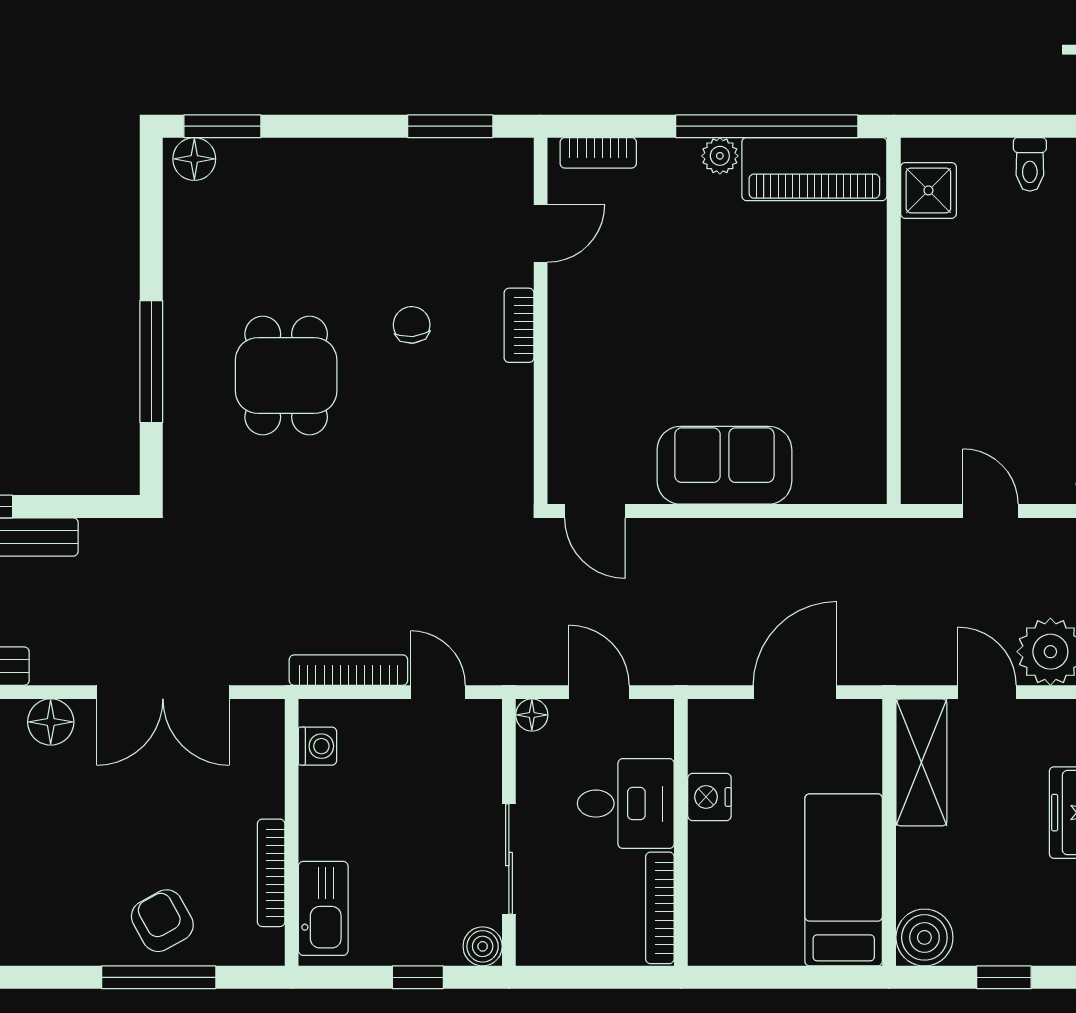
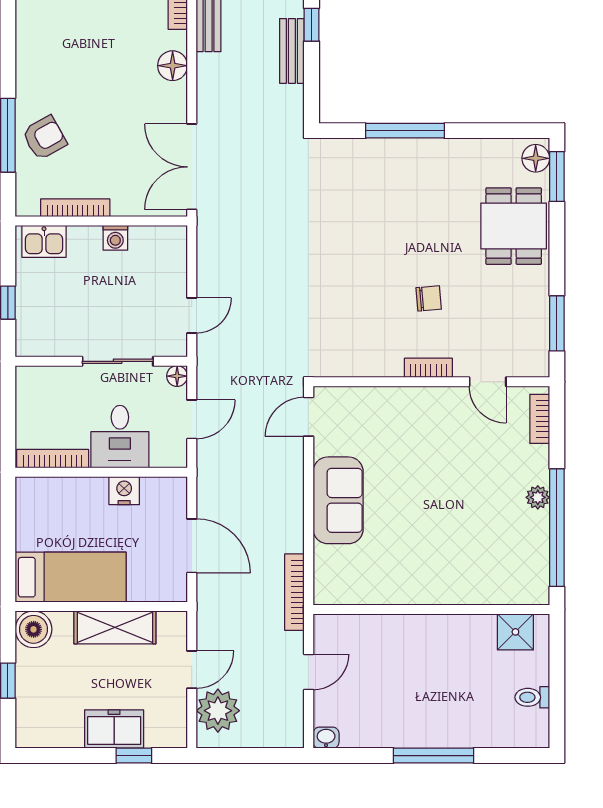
piano: (814, 169) -> (529, 558), removed
dining table: (286, 376) -> (514, 226), moved, turned 90
bookcase: (348, 670) -> (294, 592), moved, turned 180
double door: (163, 692) -> (192, 167), moved
washing machine: (318, 746) -> (115, 238), moved
shelving: (921, 762) -> (115, 627), moved
sliding door: (509, 859) -> (118, 361), moved
kitchen sink: (323, 908) -> (44, 241), width x0.73
boiler: (483, 946) -> (28, 344), removed

